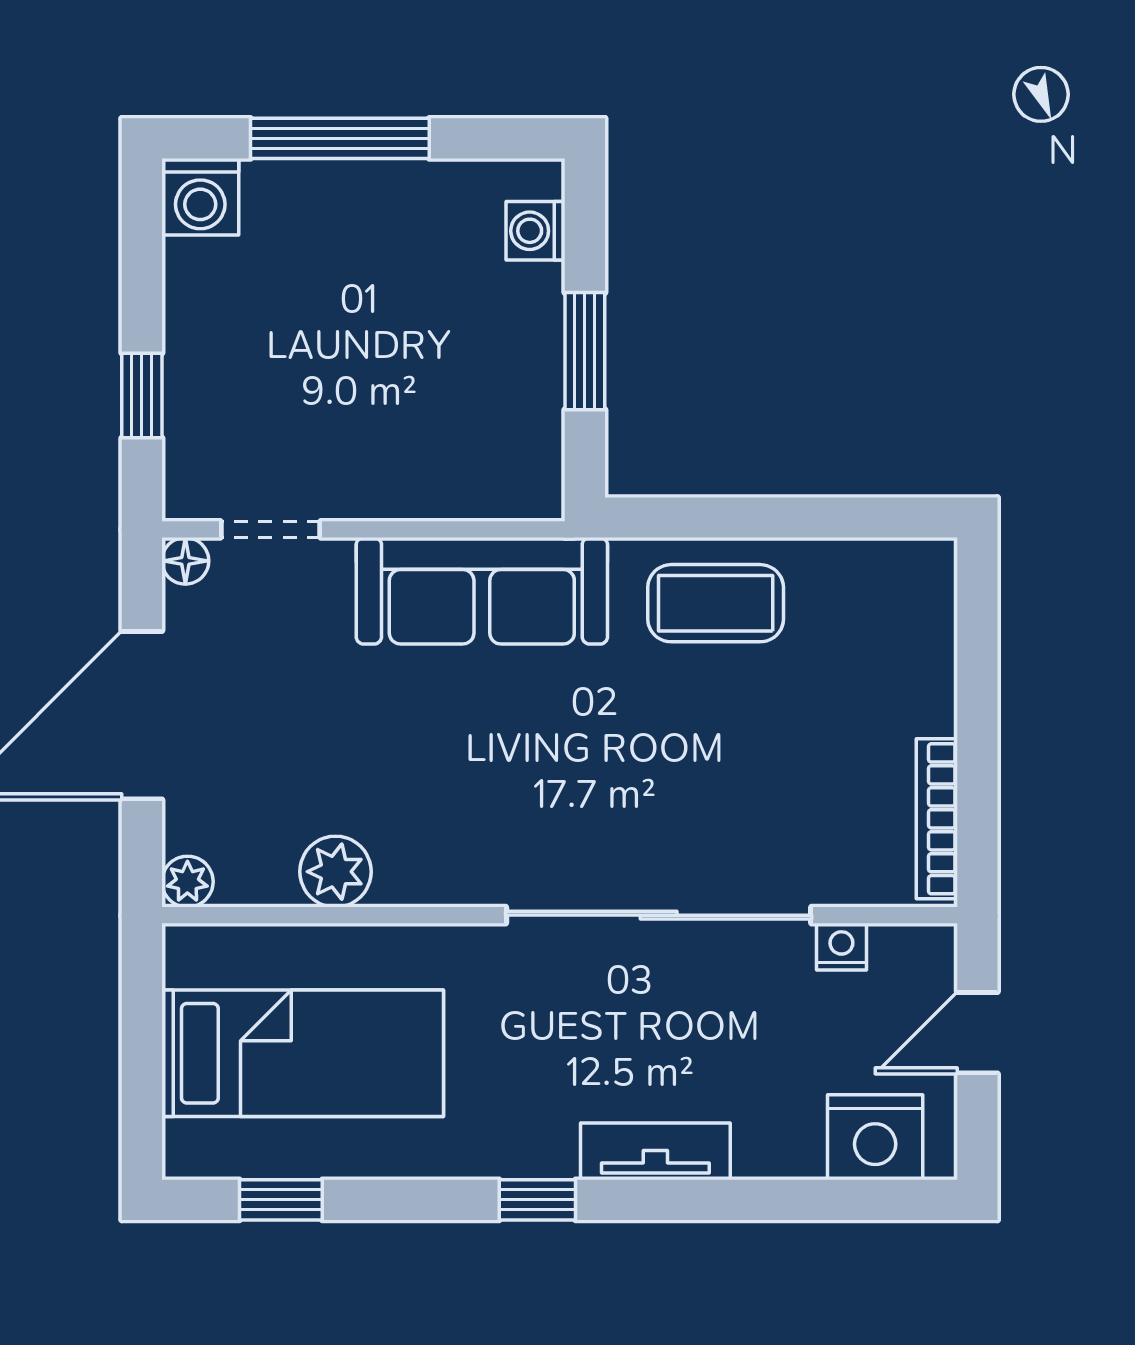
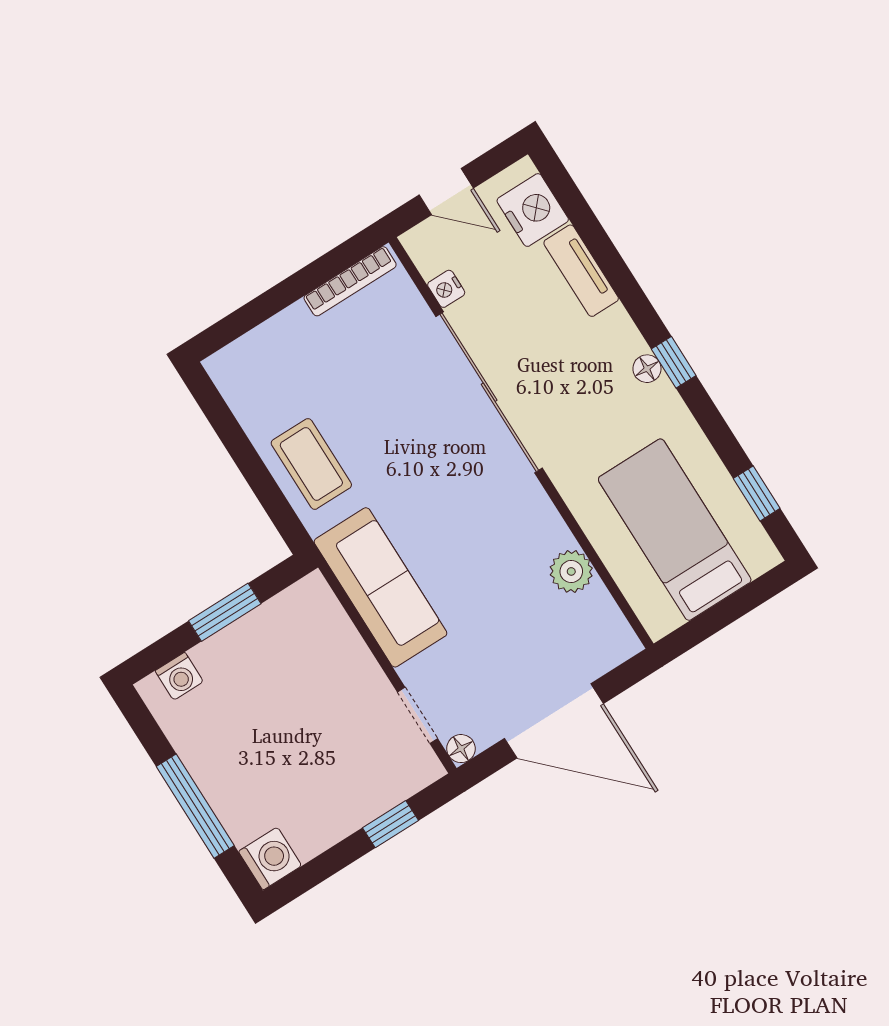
plant: (187, 882) -> (624, 644), removed
tv unit: (655, 1151) -> (581, 271), moved
floor lamp: (552, 1157) -> (647, 369), added

